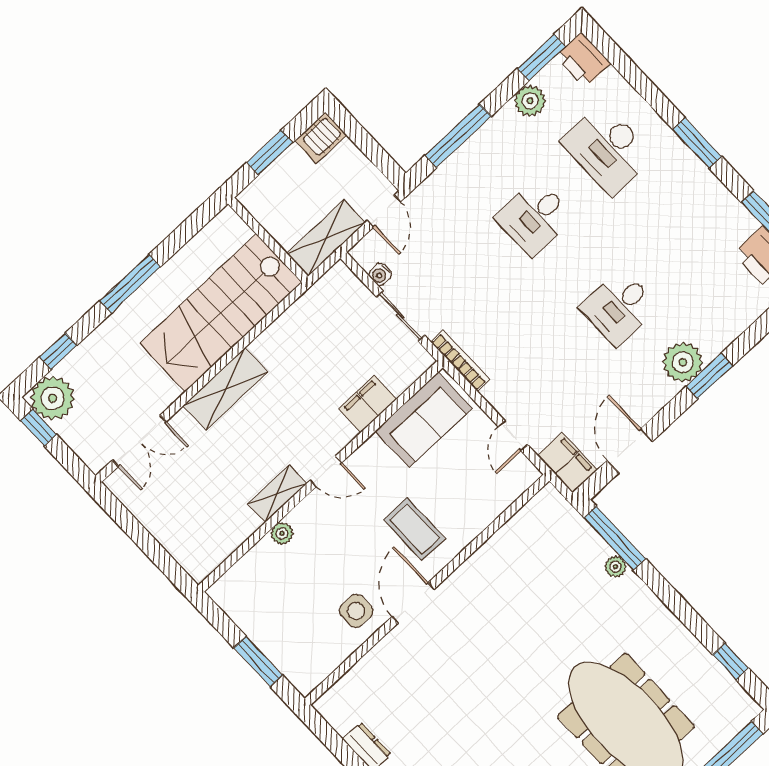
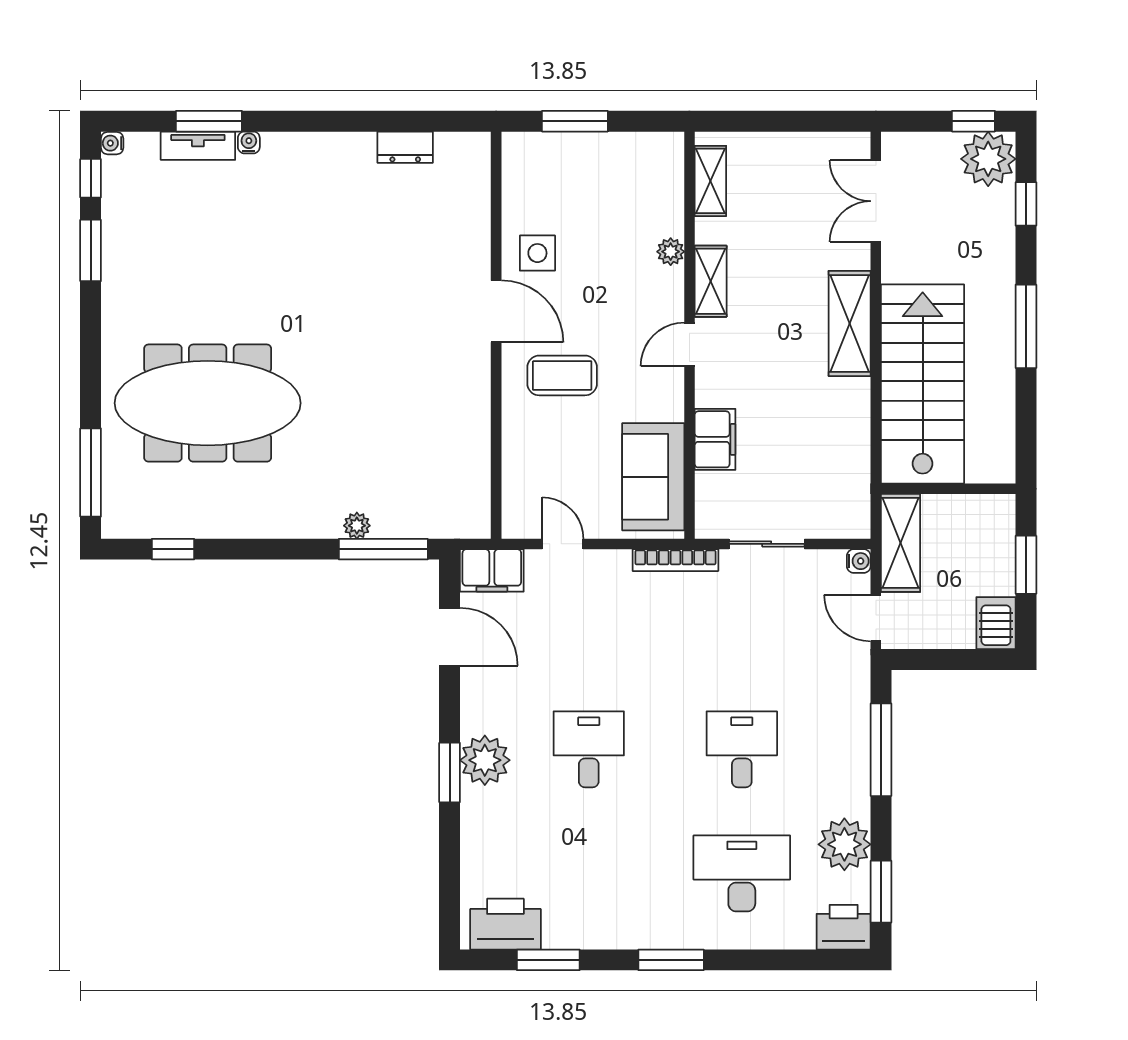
plant: (530, 101) -> (844, 844), width x1.36, depth x1.36
water cooler: (380, 274) -> (859, 561), moved, turned 90
shelving: (219, 549) -> (710, 181), added

